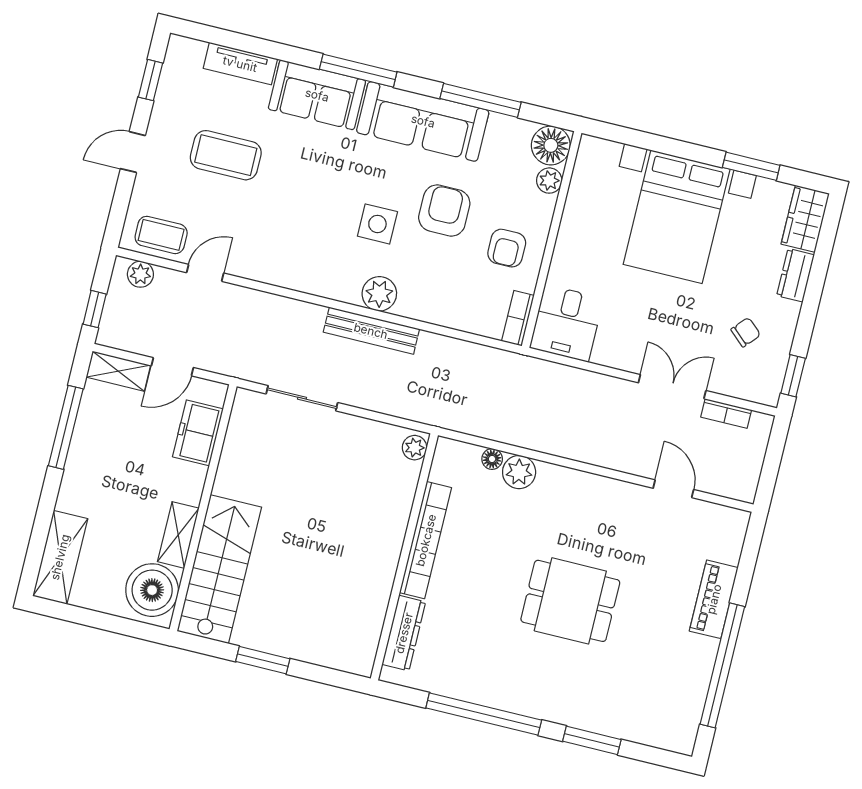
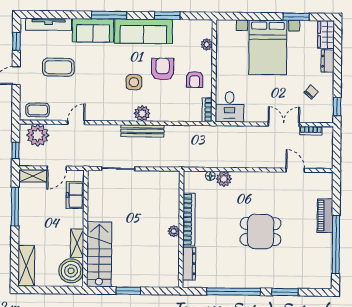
tv unit: (240, 64) -> (49, 24), width x1.41
window: (481, 100) -> (167, 16), width x0.69
floor lamp: (551, 145) -> (204, 28), removed
door: (205, 273) -> (76, 122), moved
plant: (140, 274) -> (38, 135), width x1.88, depth x1.88
plant: (415, 448) -> (174, 231), moved

